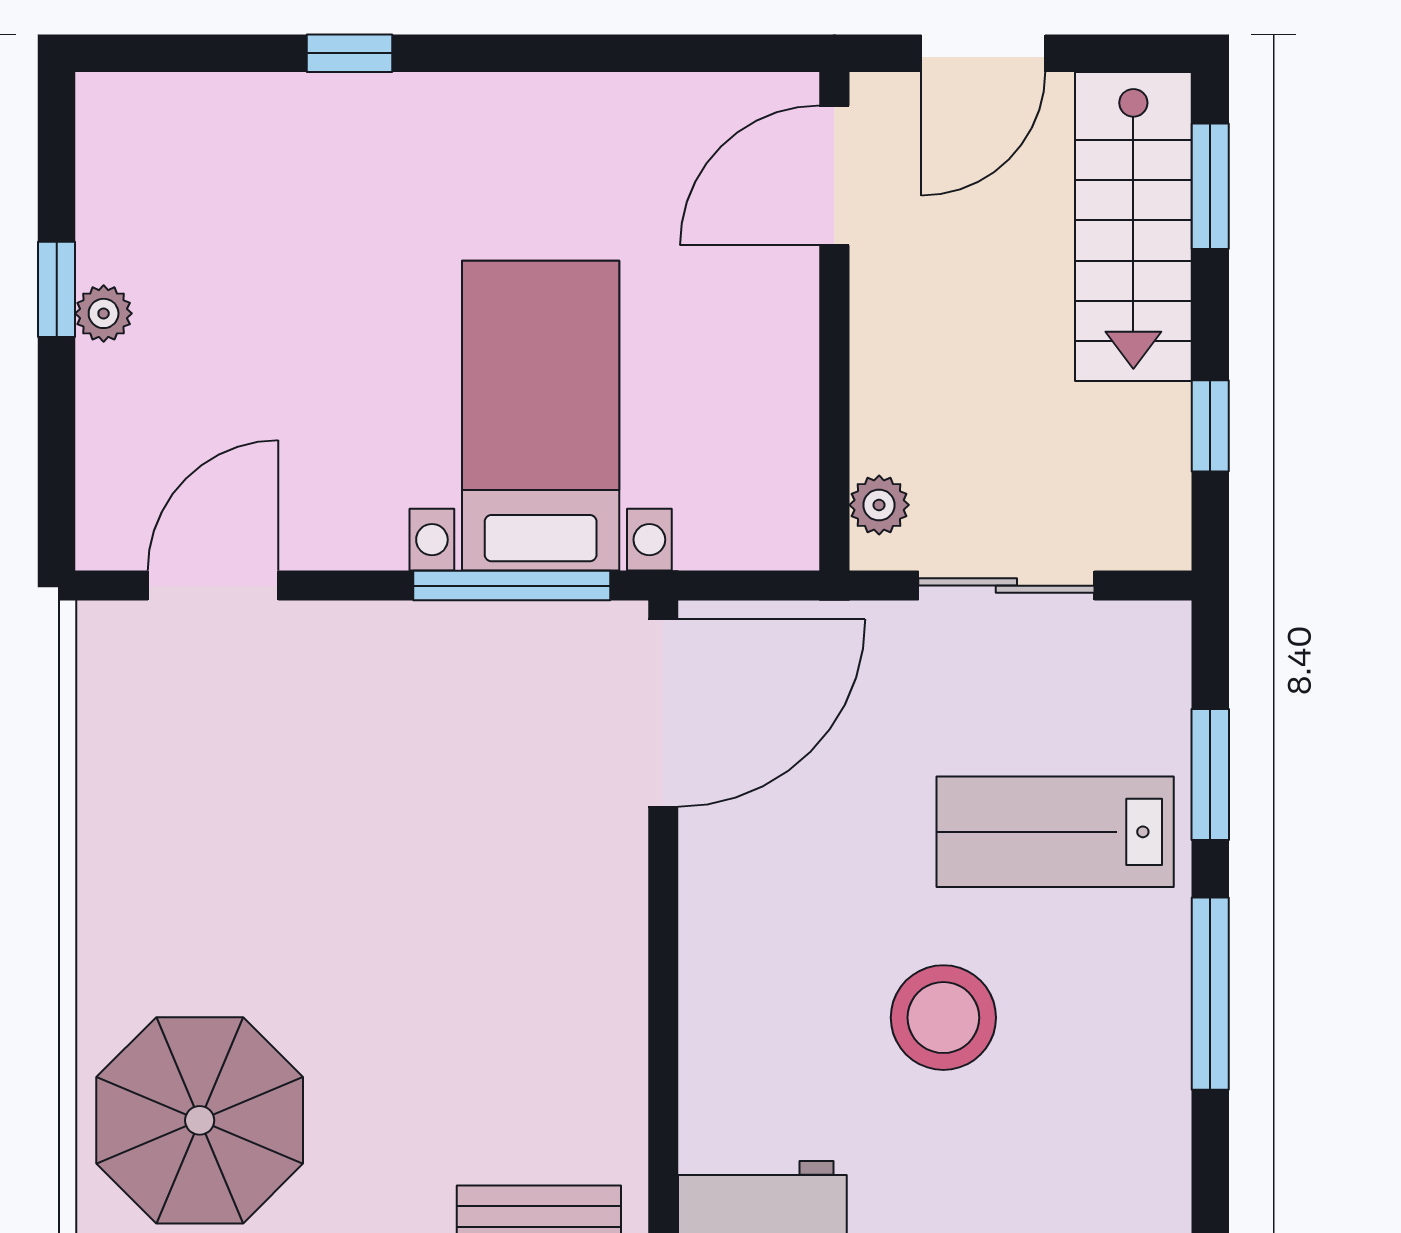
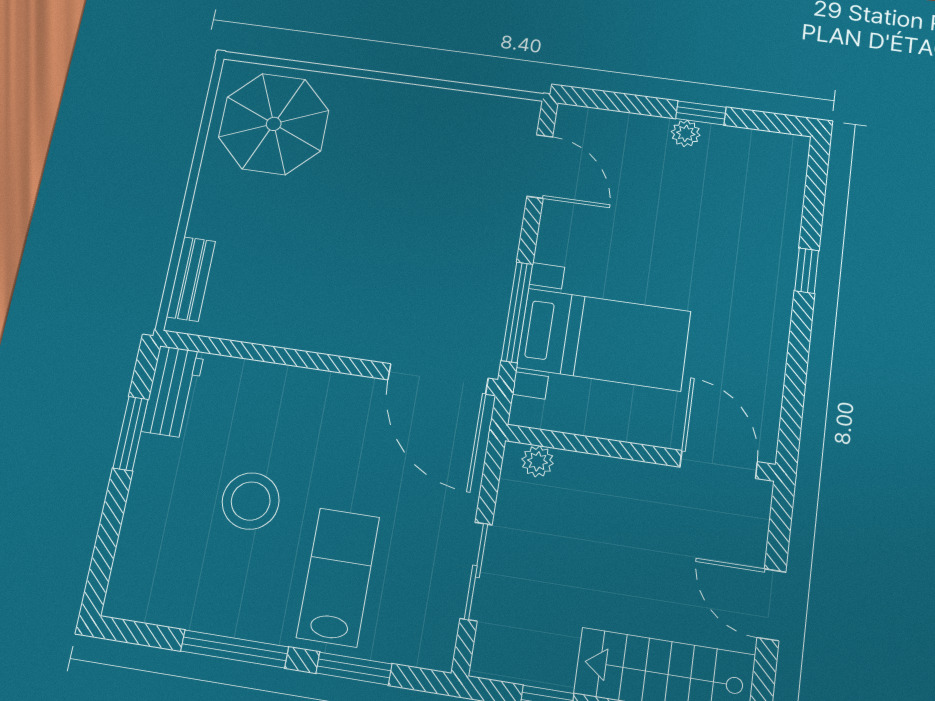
door: (834, 175) -> (719, 464), moved
wall: (834, 321) -> (640, 453), moved
plant: (879, 505) -> (538, 461), moved

